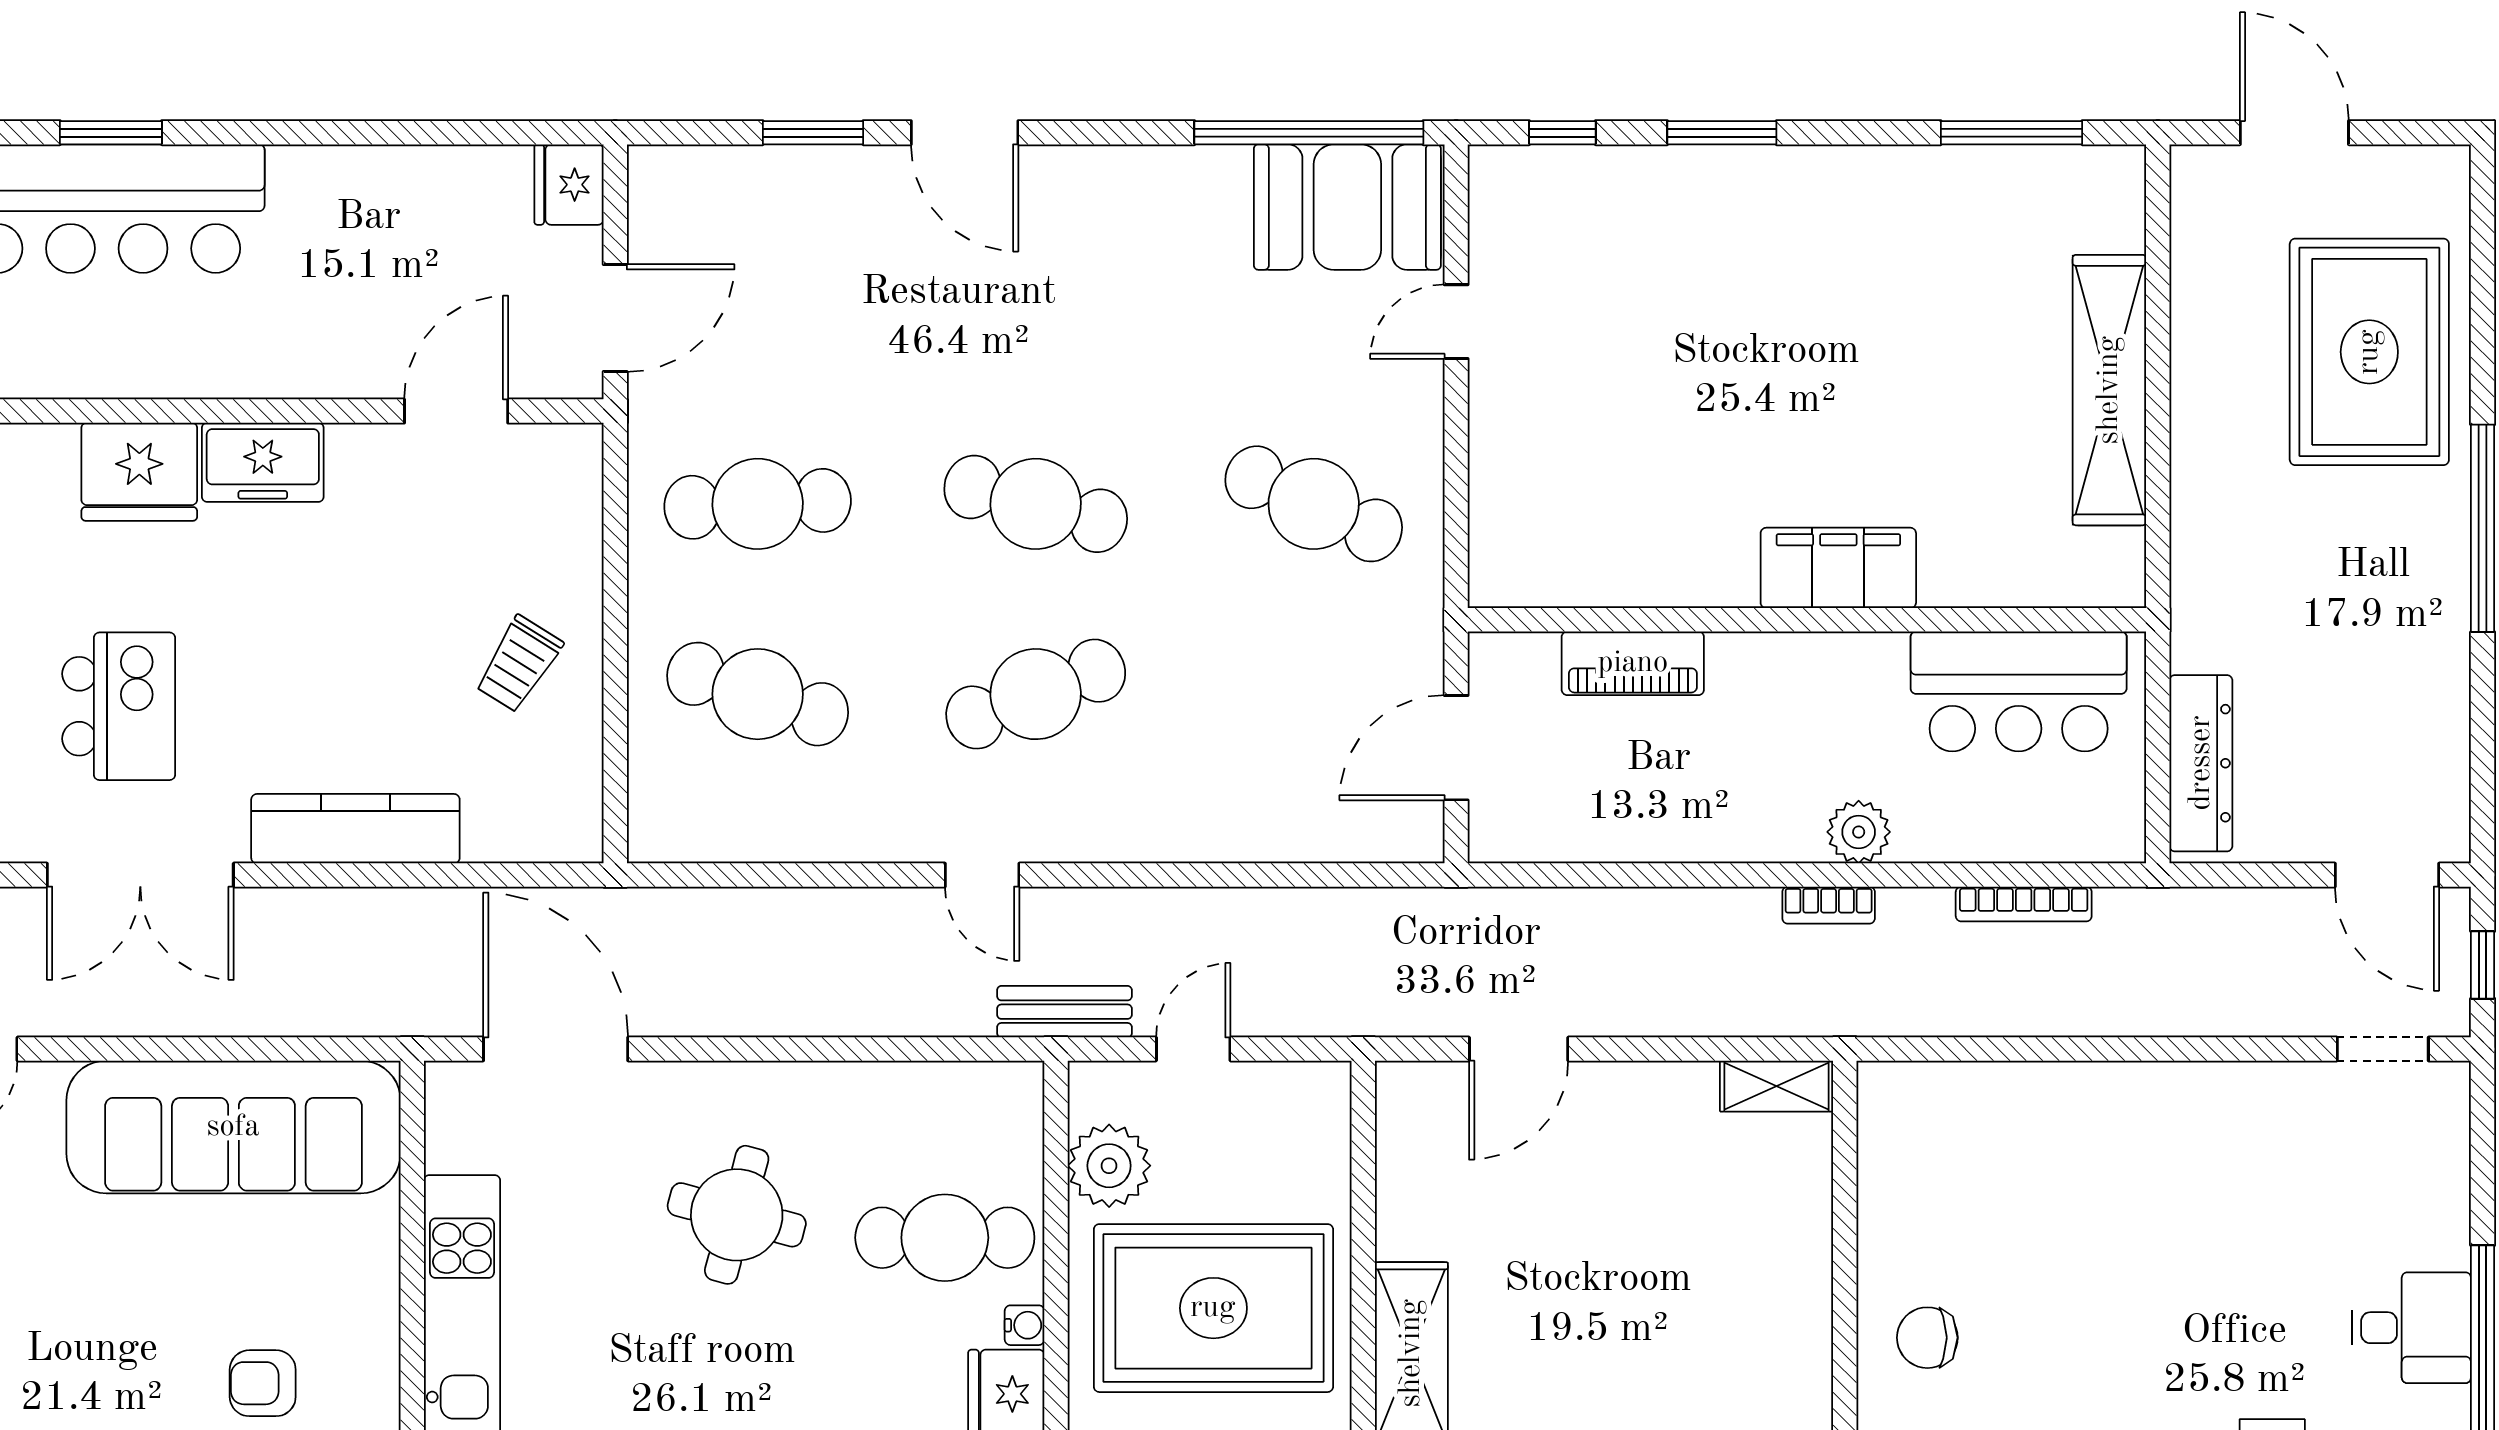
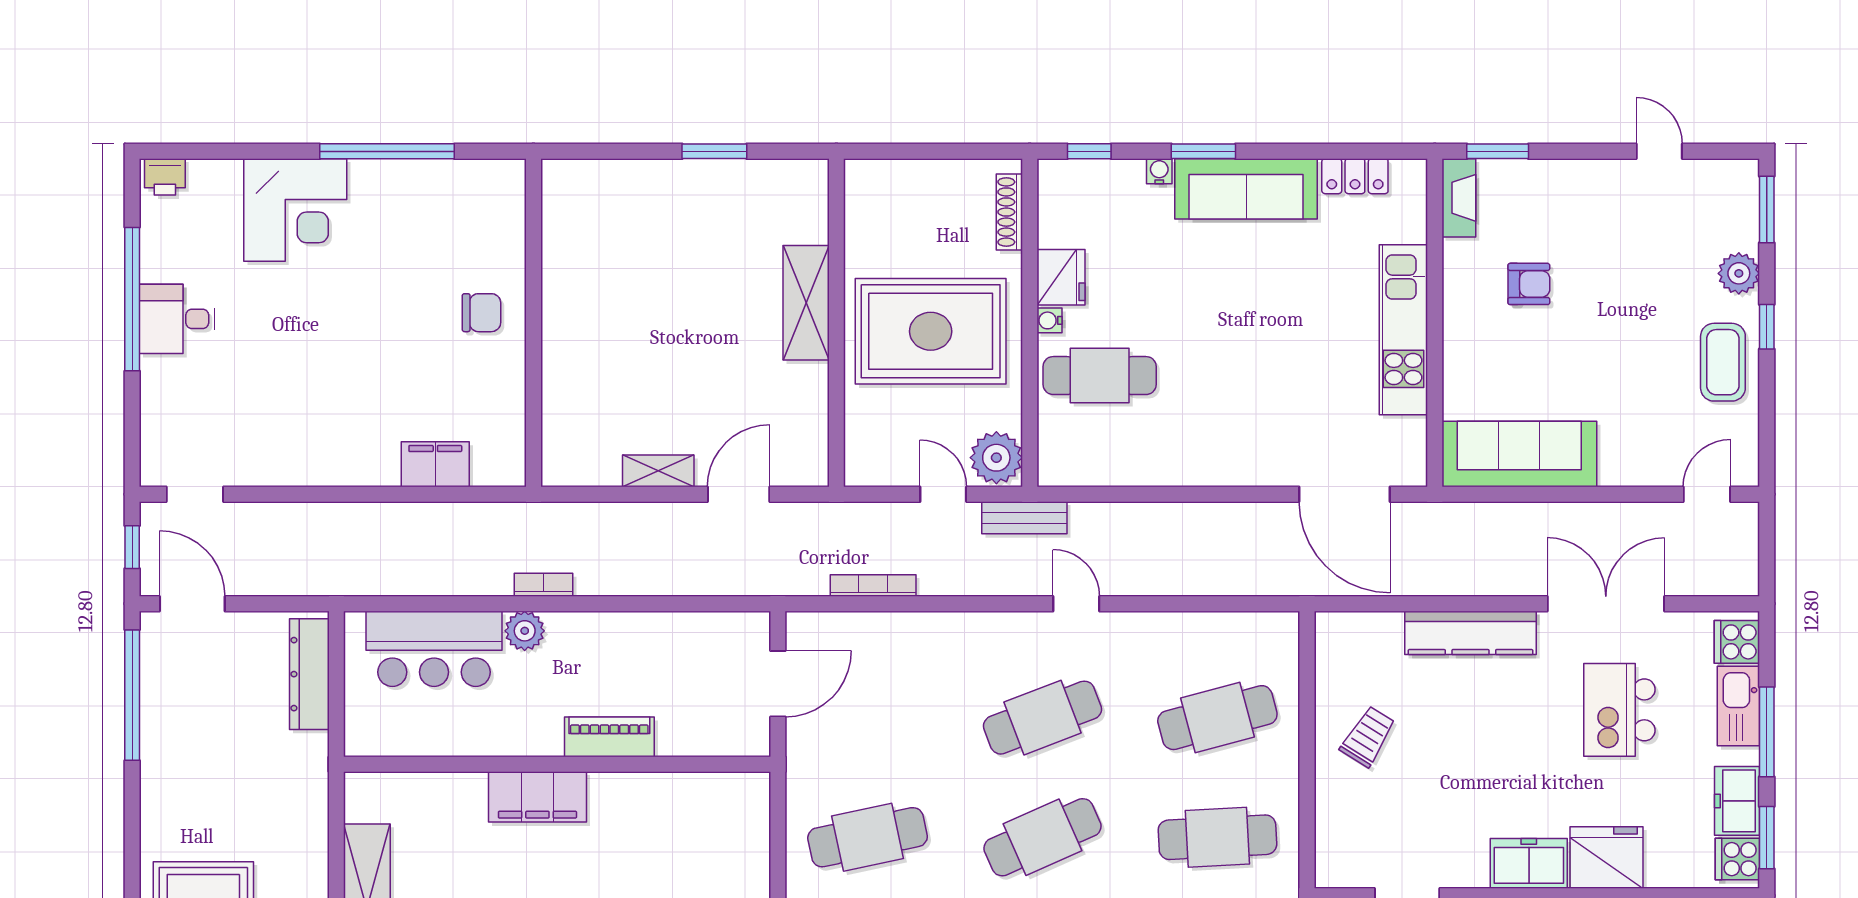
cafe table: (1036, 504) -> (1042, 837), turned -39
cafe table: (1314, 504) -> (868, 837), turned -36
window: (2483, 528) -> (132, 695), moved
piano: (1633, 663) -> (609, 737), moved
bar counter: (2019, 691) -> (434, 649), moved, turned 180
cafe table: (758, 694) -> (1217, 718), turned -33
bookcase: (2024, 904) -> (873, 585), moved
door: (1193, 1049) -> (943, 494), swing flipped
shelving: (1776, 1086) -> (658, 471), moved
filing cabinet: (2001, 1097) -> (435, 464), added
sofa: (233, 1127) -> (1519, 454), width x0.74, depth x0.79
plant: (1109, 1166) -> (996, 458), moved
round table: (737, 1215) -> (1231, 390), removed

